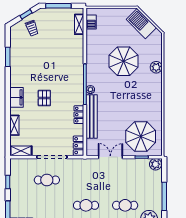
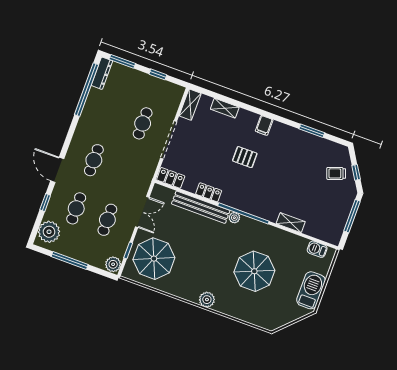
shelving: (79, 24) -> (291, 223), moved
barbecue: (141, 24) -> (311, 290), moved, turned -45
plant: (156, 67) -> (207, 300), moved
filing cabinet: (16, 97) -> (264, 125), width x0.50
cafe table: (125, 180) -> (107, 220), added

